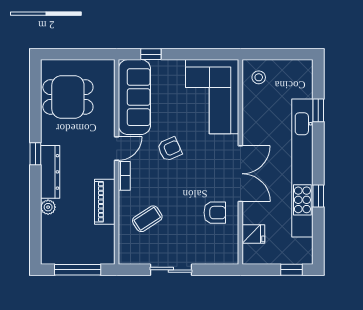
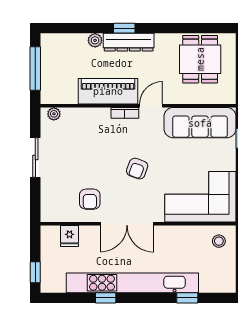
door: (117, 148) -> (151, 106), swing flipped
armchair: (170, 149) -> (137, 169), moved, turned 44
window: (35, 154) -> (124, 28), moved
piano: (105, 202) -> (108, 91), width x1.37, depth x1.33
coffee table: (147, 219) -> (84, 135), removed
plant: (125, 250) -> (54, 114), added

